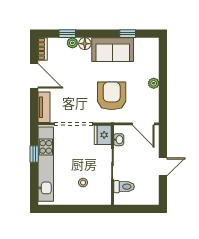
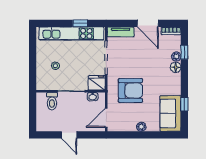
sofa: (113, 50) -> (171, 113), moved
door: (34, 76) -> (148, 23), hinge flipped

